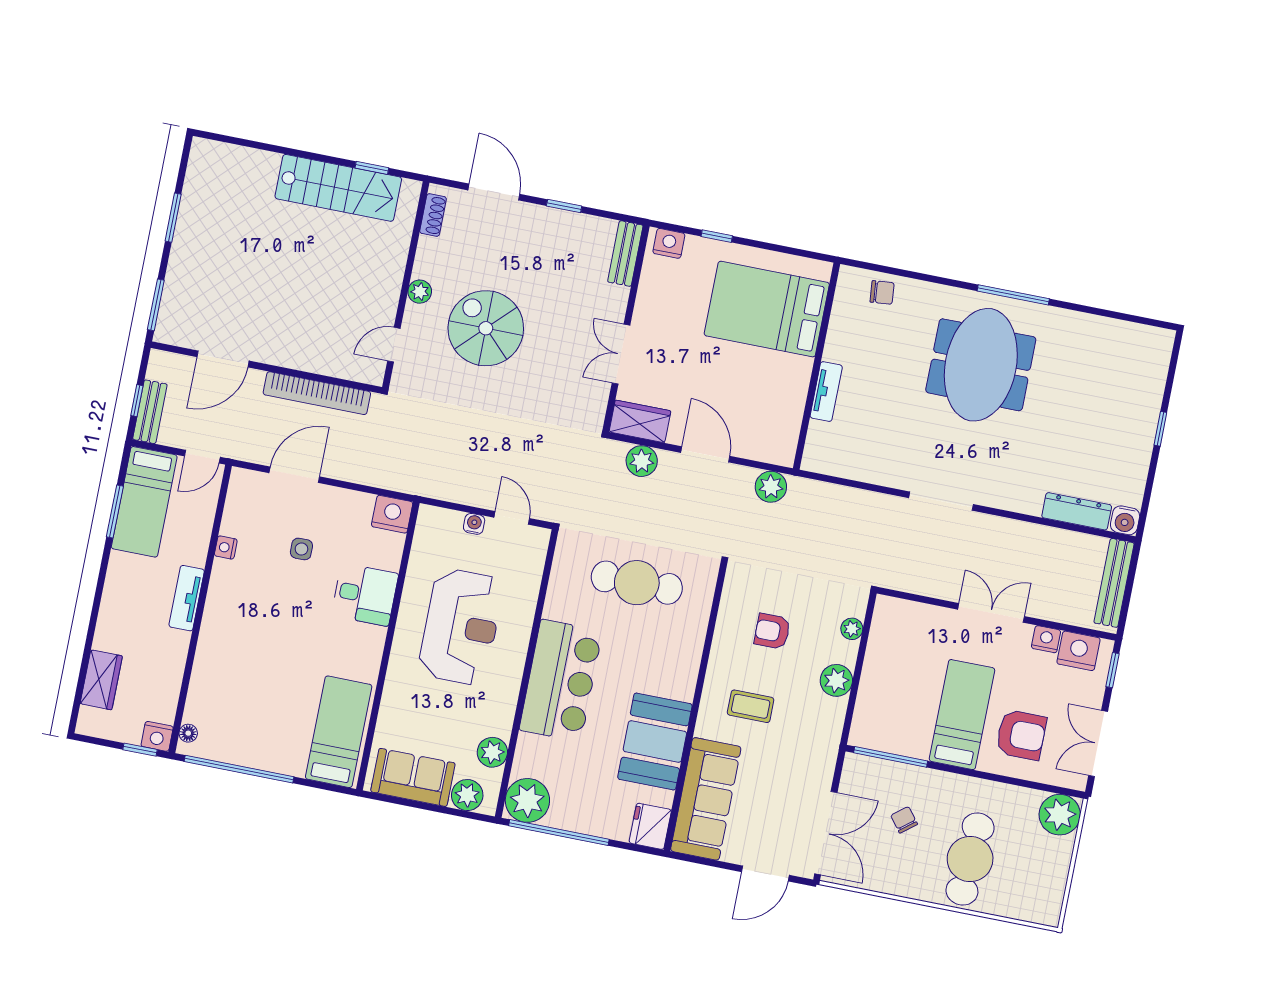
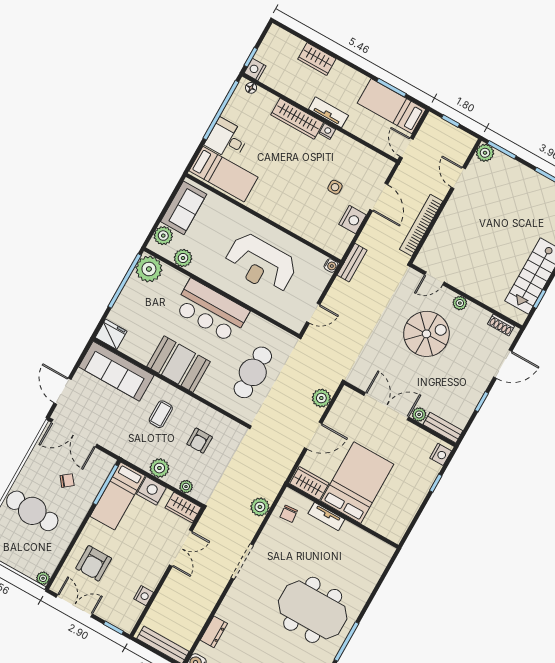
chair: (882, 292) -> (289, 514), moved
plant: (617, 298) -> (419, 414), added
bed: (767, 309) -> (357, 483), moved
plant: (169, 330) -> (485, 153), added
door: (394, 345) -> (434, 278), swing flipped
double door: (621, 354) -> (386, 406), width x1.37
door: (223, 359) -> (458, 178), width x0.73
bench: (150, 412) -> (352, 263), moved, turned 90
wardrobe: (640, 421) -> (309, 483), moved, turned -90
plant: (771, 487) -> (260, 507), moved
dresser: (1077, 511) -> (214, 632), width x0.70
nightstand: (392, 514) -> (352, 220), moved
water cooler: (474, 524) -> (331, 266), moved
nightstand: (226, 548) -> (327, 131), moved
desk: (365, 595) -> (227, 139), moved, turned 90
double door: (991, 613) -> (181, 548), moved
wardrobe: (886, 622) -> (183, 508), added
armchair: (772, 631) -> (200, 441), turned 180
wardrobe: (213, 645) -> (297, 119), added
nightstand: (1079, 651) -> (151, 491), moved, turned -90
wardrobe: (101, 680) -> (317, 59), moved
bed: (962, 715) -> (118, 496), moved, turned 90
booth: (655, 741) -> (179, 364), moved
plant: (1060, 815) -> (43, 578), width x0.53, depth x0.53

